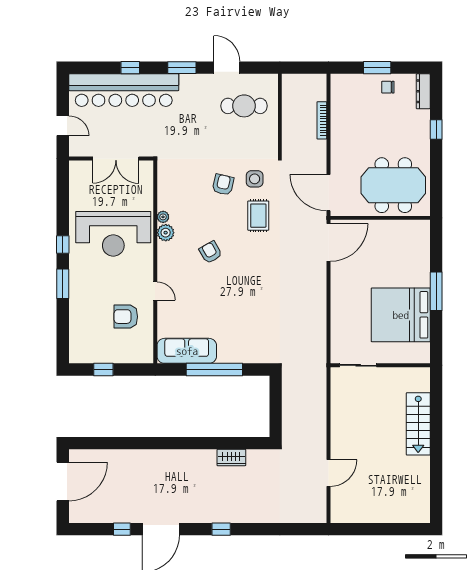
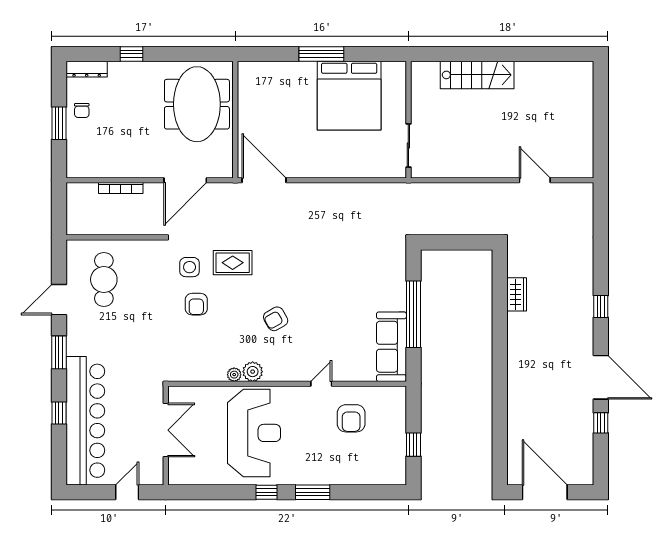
armchair: (223, 185) -> (196, 304), turned -103
door: (329, 193) -> (185, 180), moved

